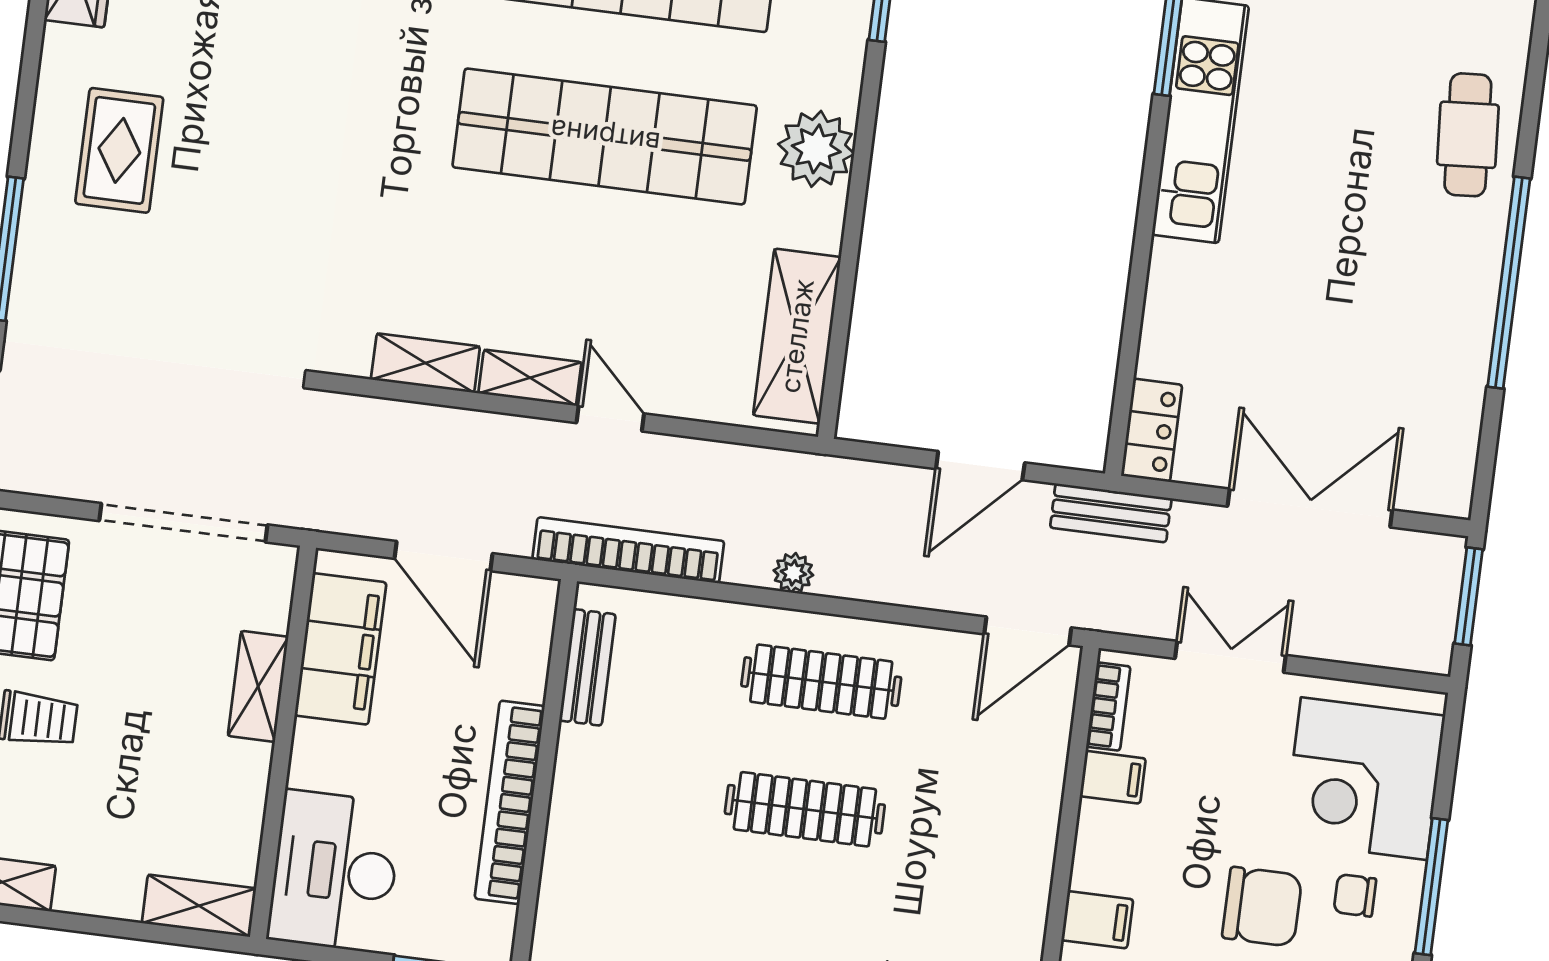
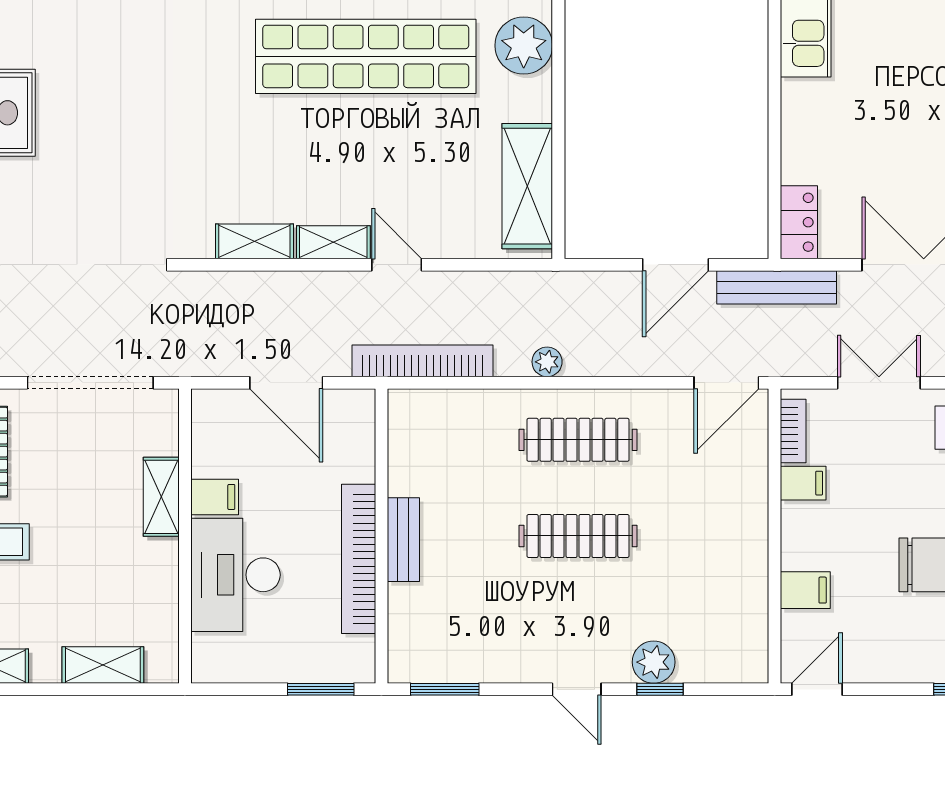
bench: (1111, 513) -> (777, 287), width x1.36
filing cabinet: (340, 649) -> (215, 497), width x0.33, depth x0.86
bench: (587, 667) -> (403, 540), moved
desk: (335, 871) -> (235, 575), moved
shelving: (199, 906) -> (103, 665), moved

